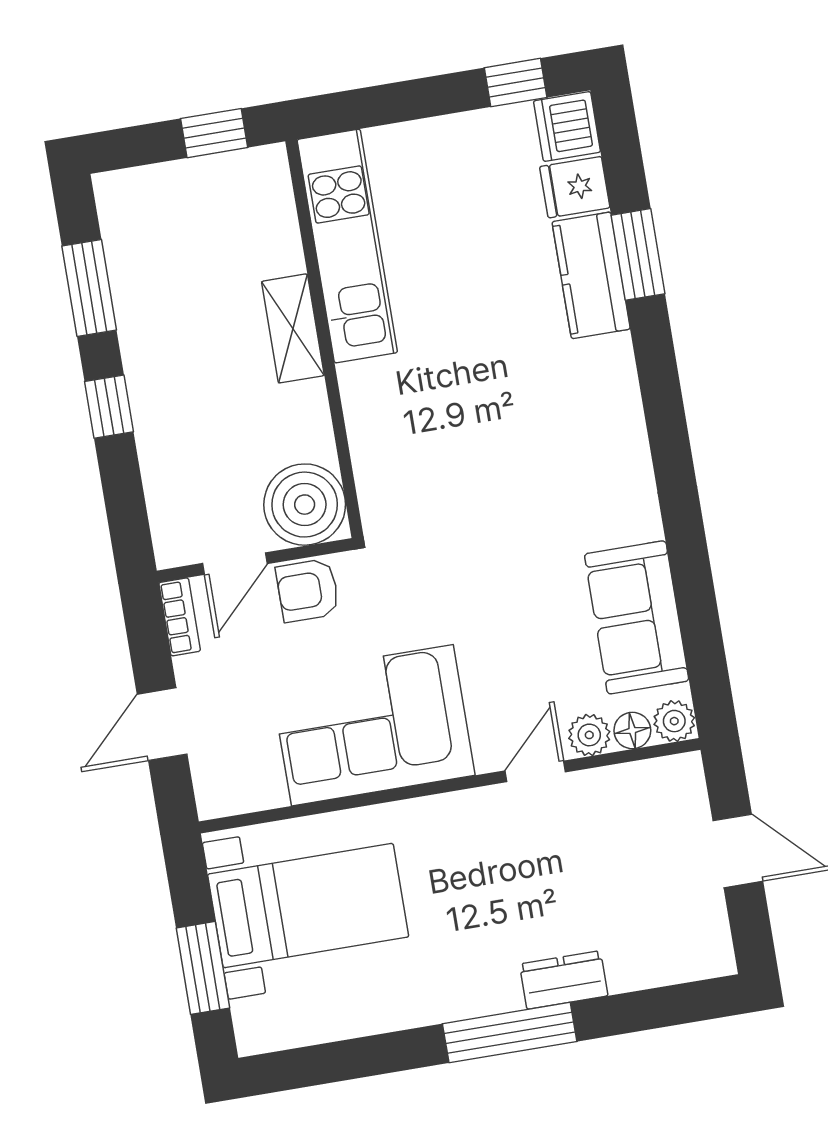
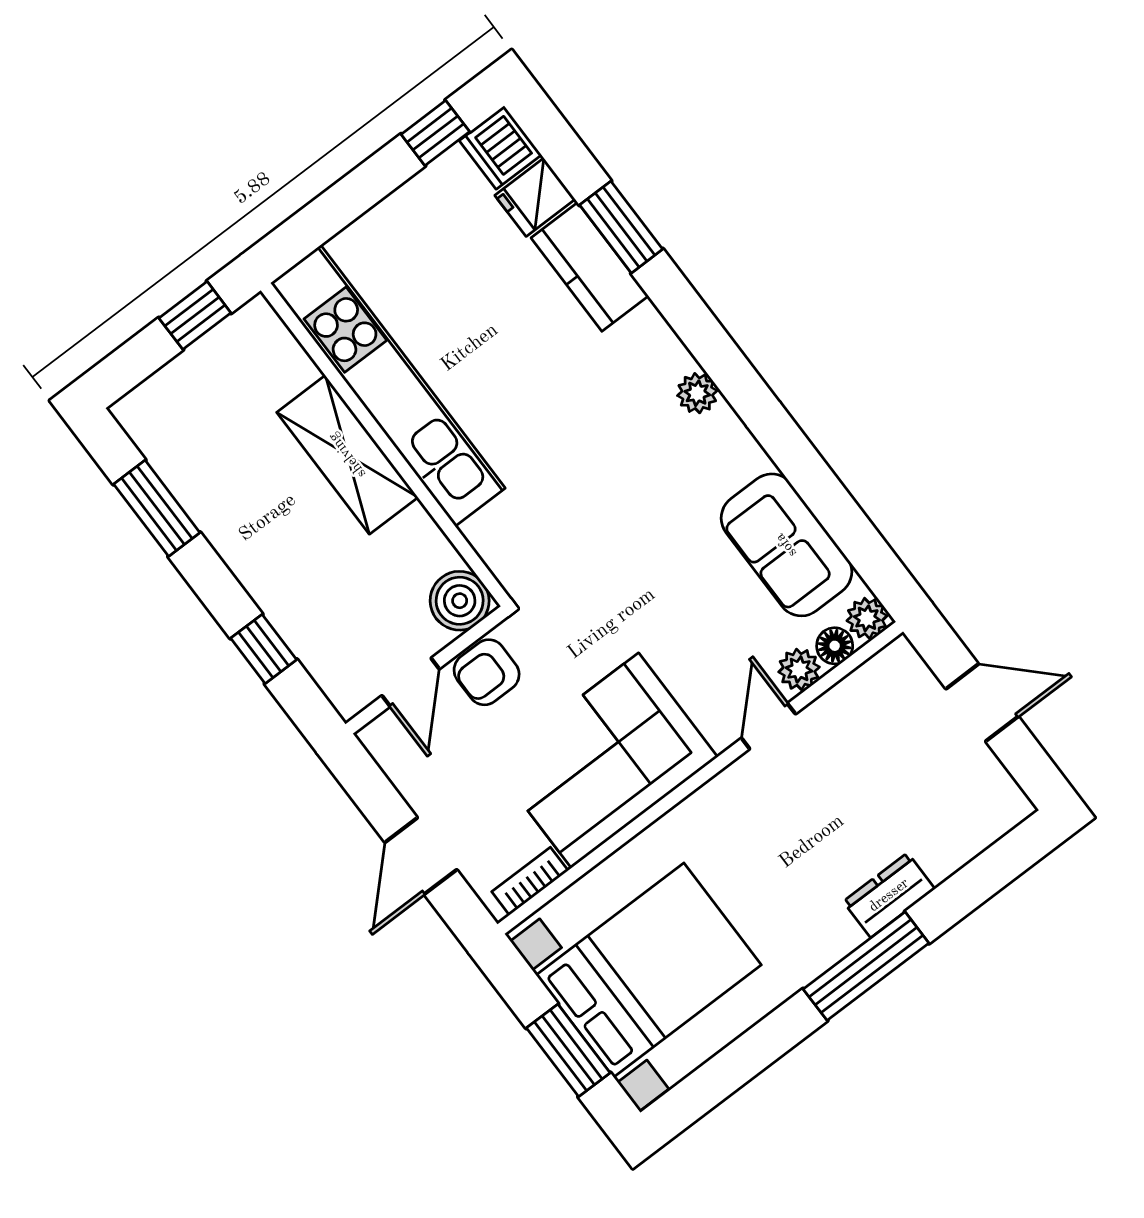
kitchen unit: (347, 246) -> (388, 386), width x1.36
shelving: (293, 328) -> (347, 455), width x1.50, depth x1.33
window: (109, 407) -> (264, 649), moved
plant: (628, 439) -> (697, 393), added
boiler: (305, 505) -> (460, 601), width x0.73, depth x0.73
bookcase: (180, 617) -> (530, 881), moved, turned -90
bed with nightstands: (308, 906) -> (649, 970), width x1.36

